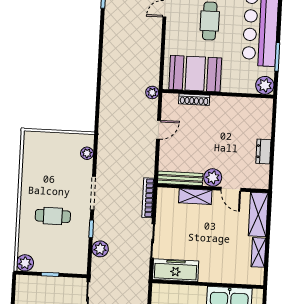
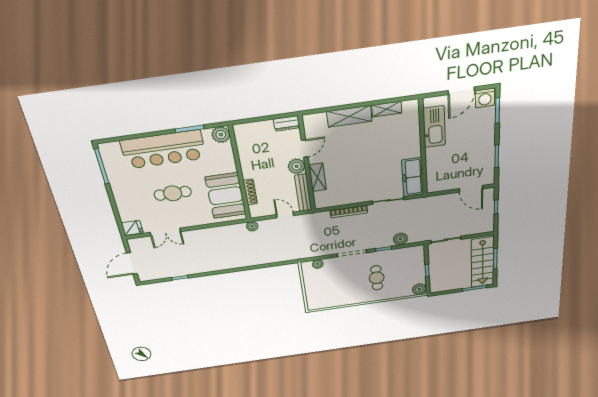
bench: (180, 178) -> (303, 193), moved
plant: (213, 178) -> (297, 166), moved
wall: (213, 188) -> (307, 164), moved
door: (231, 189) -> (305, 149), moved
shelving: (195, 196) -> (318, 177), moved

